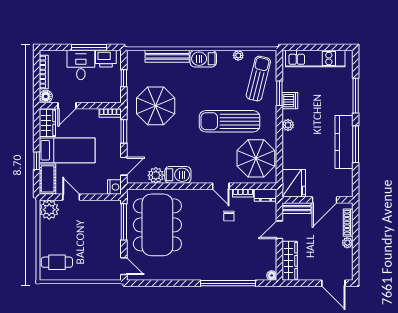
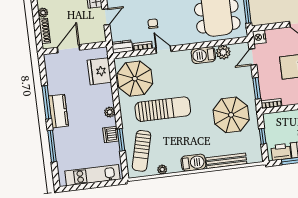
kitchen counter: (344, 142) -> (58, 111), width x0.67
fridge: (294, 183) -> (99, 71), moved
bench: (296, 208) -> (93, 38), removed

